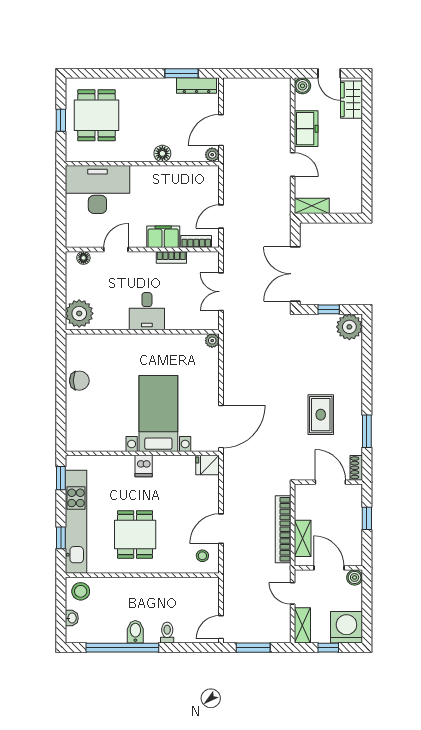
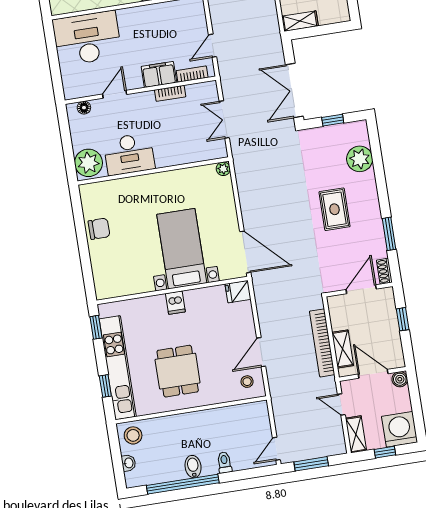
desk: (147, 311) -> (129, 154), moved, width x1.37
plant: (349, 327) -> (360, 159), moved
rug: (321, 415) -> (334, 209), moved
door: (221, 427) -> (245, 252), hinge flipped
door: (330, 482) -> (361, 289), hinge flipped

